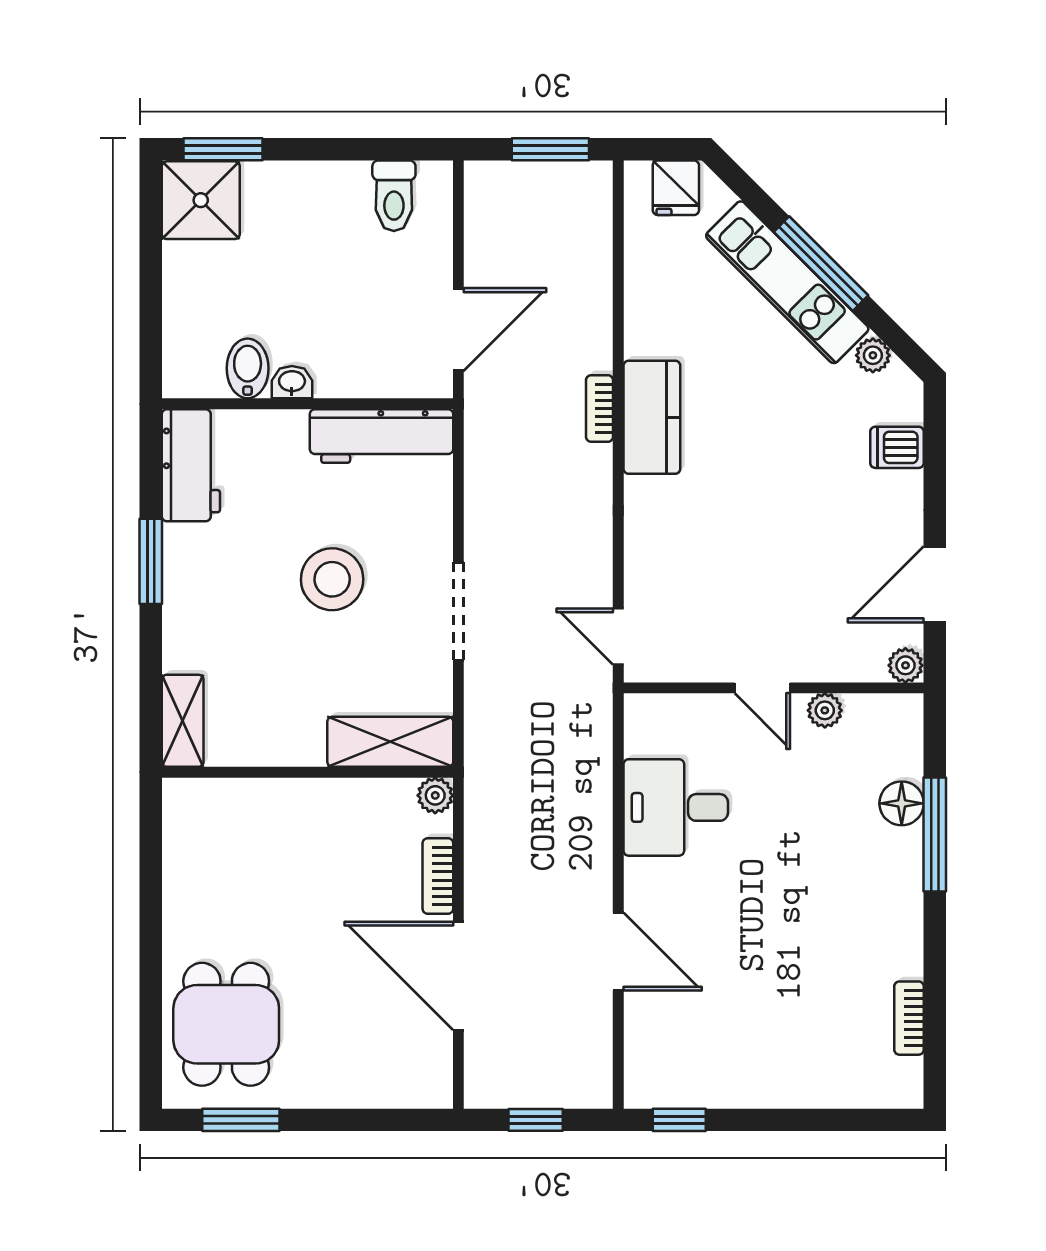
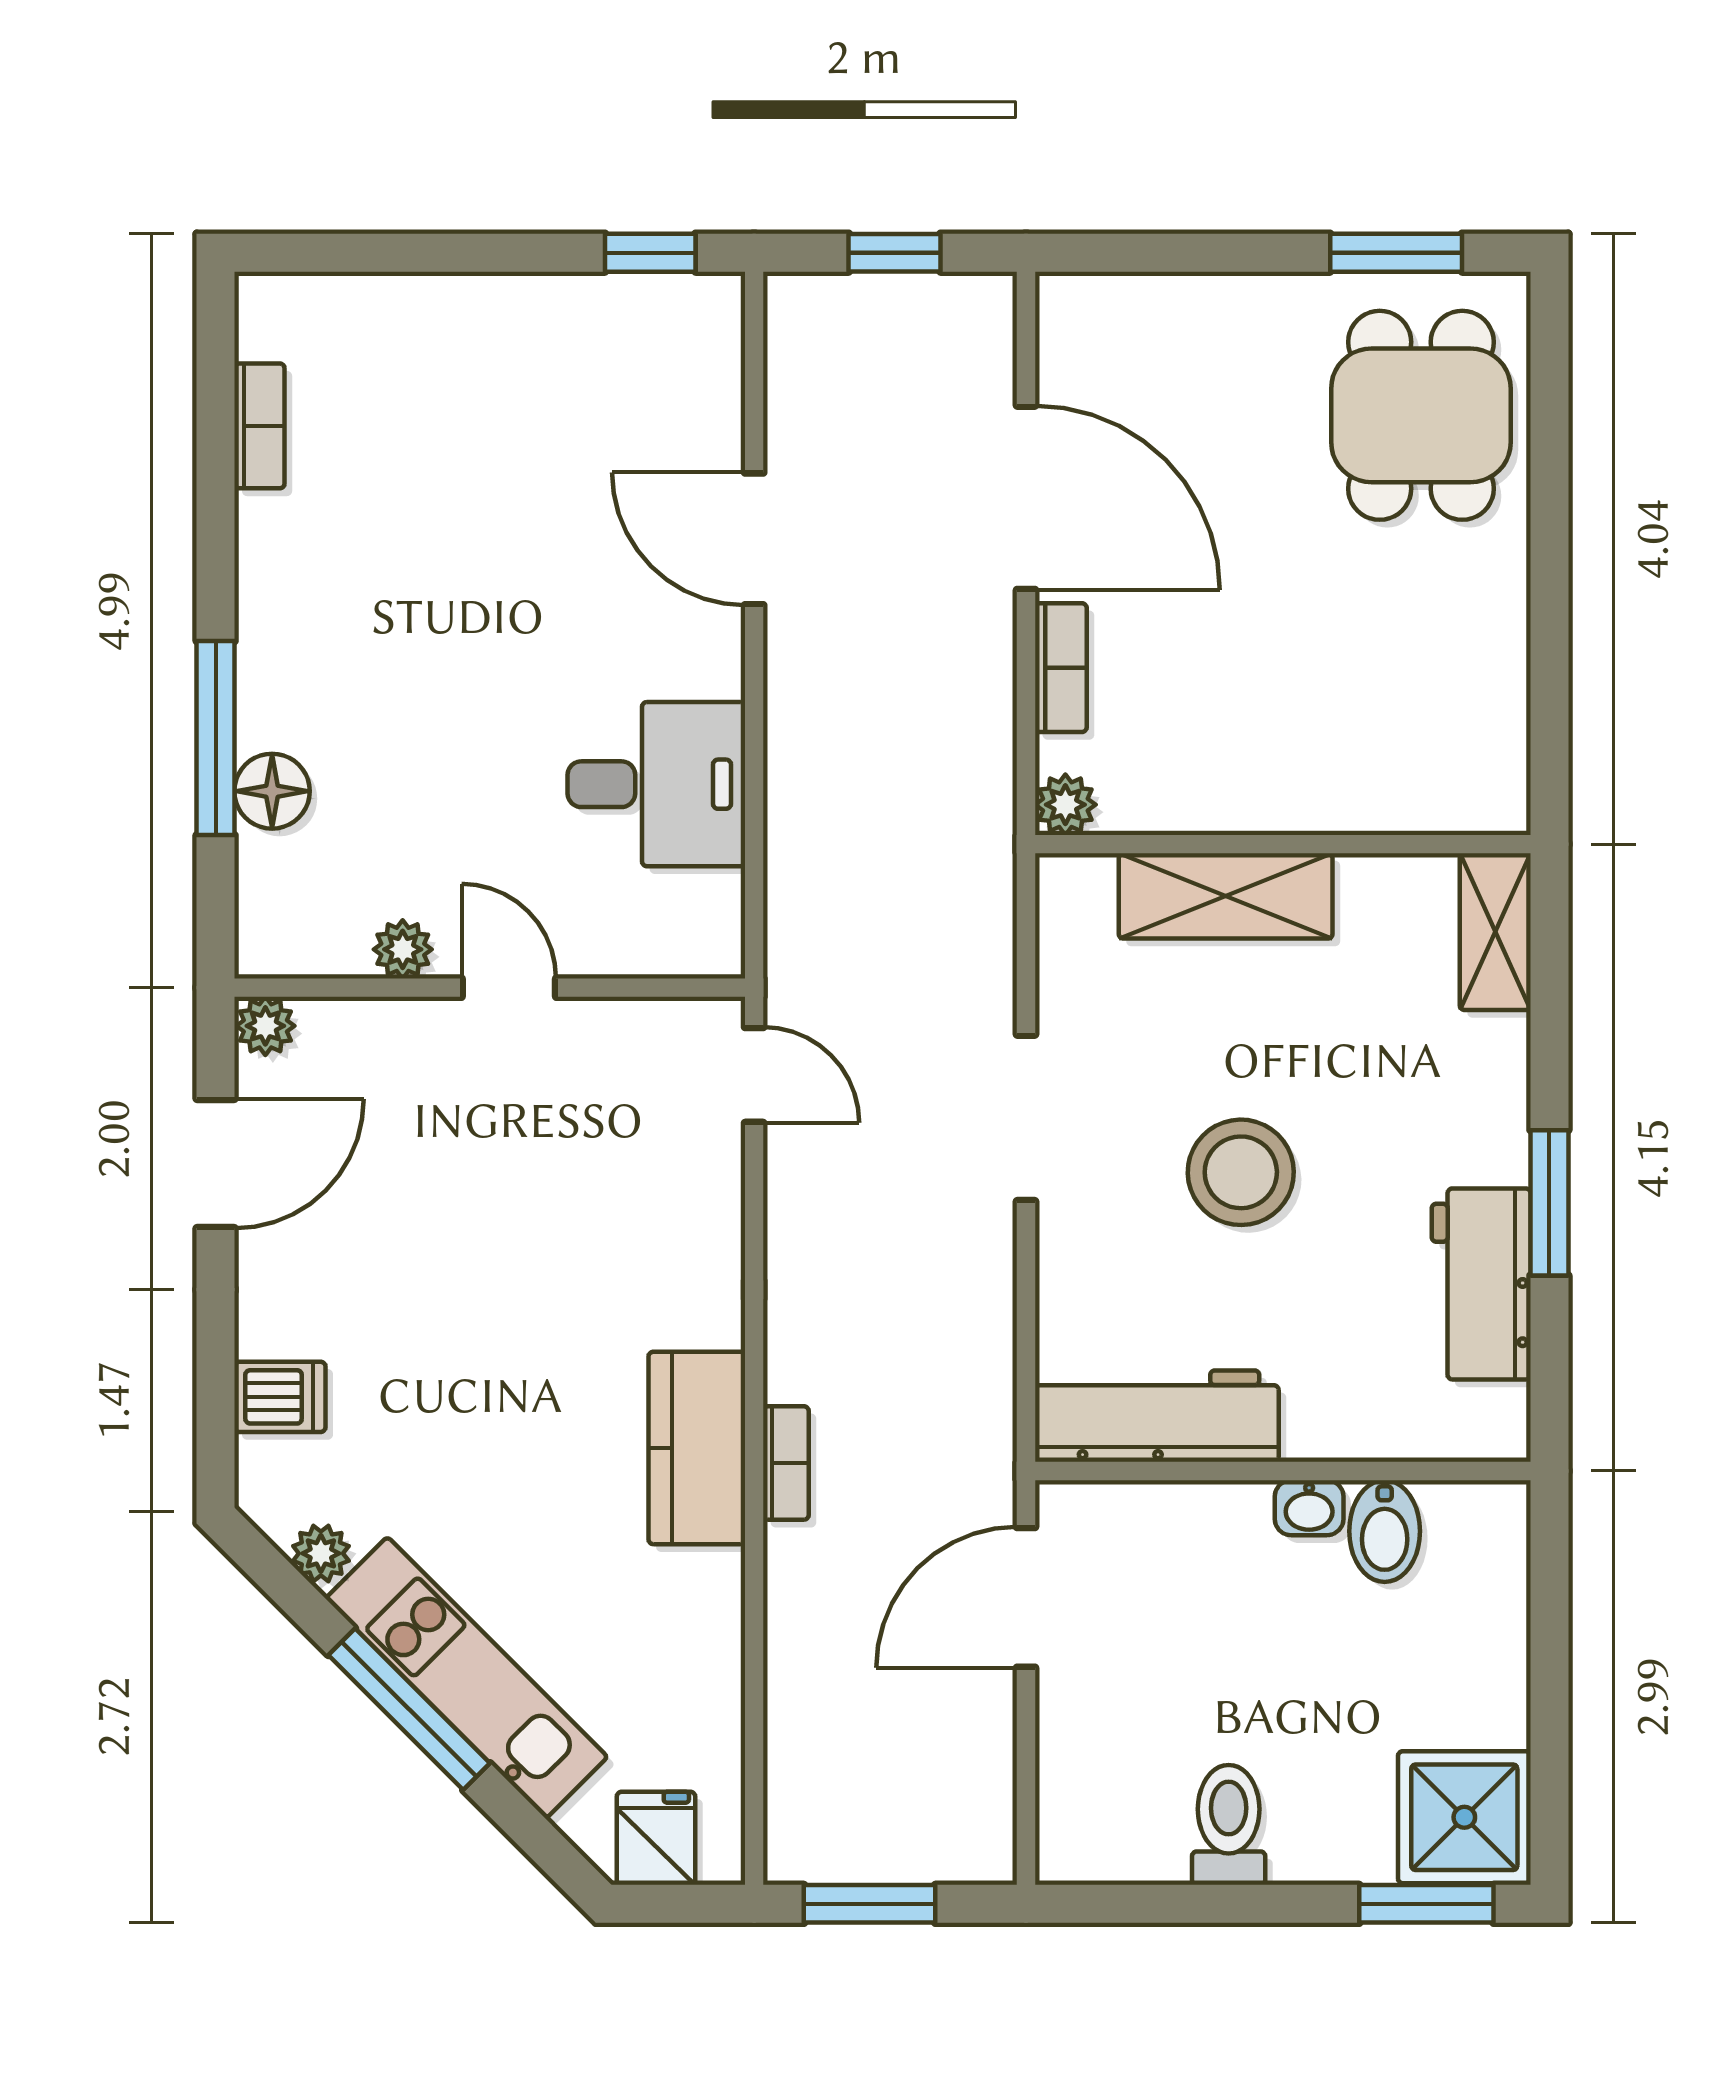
toilet: (394, 196) -> (1229, 1825), moved
workbench: (191, 465) -> (1481, 1284), moved
shelving: (390, 742) -> (1226, 896), moved

